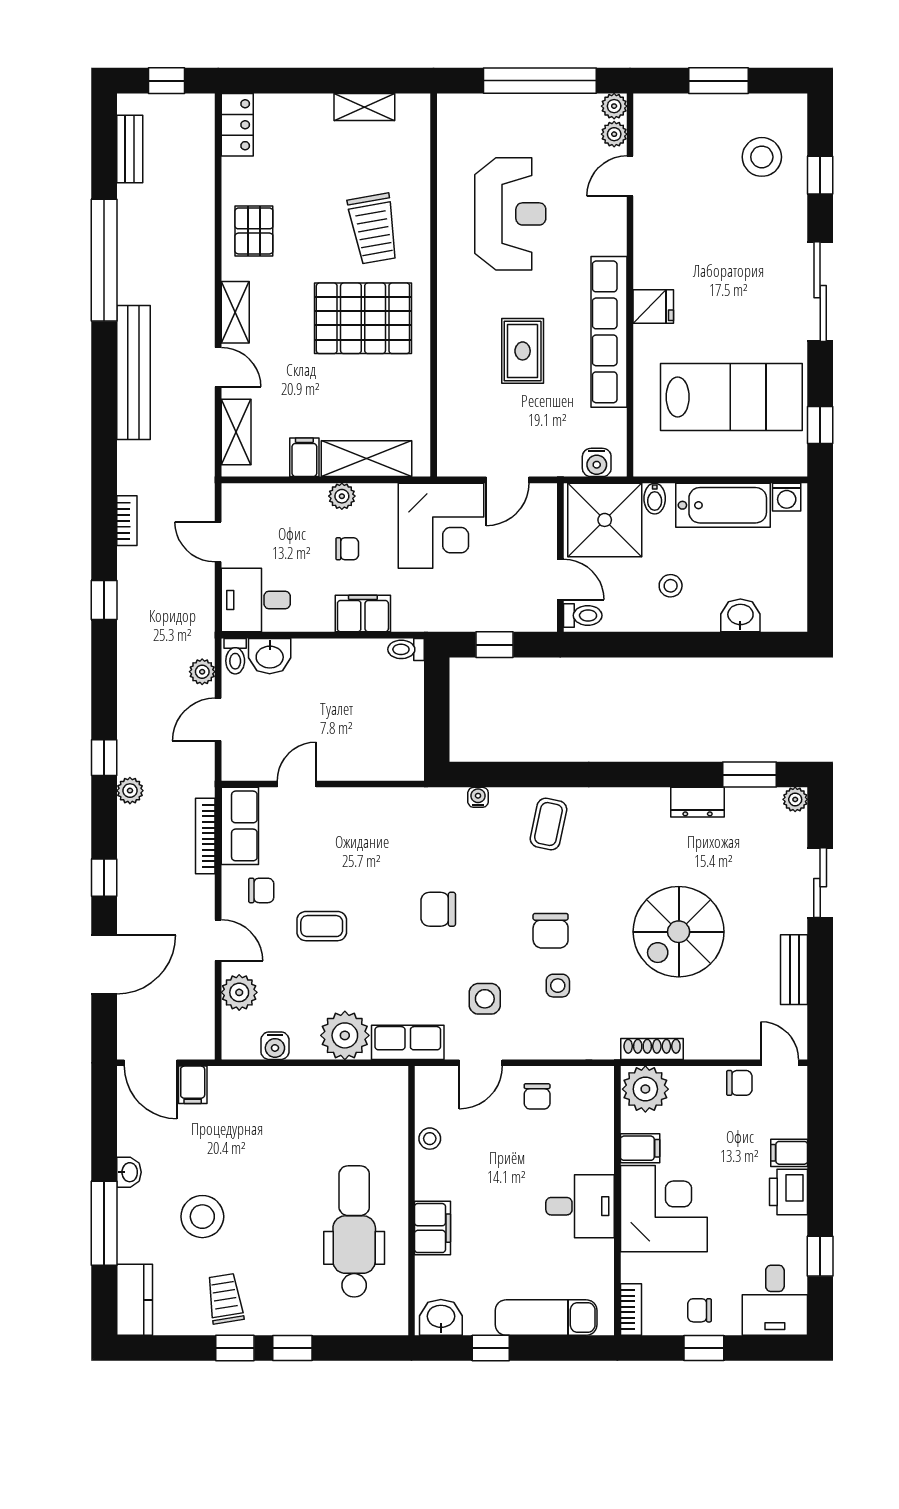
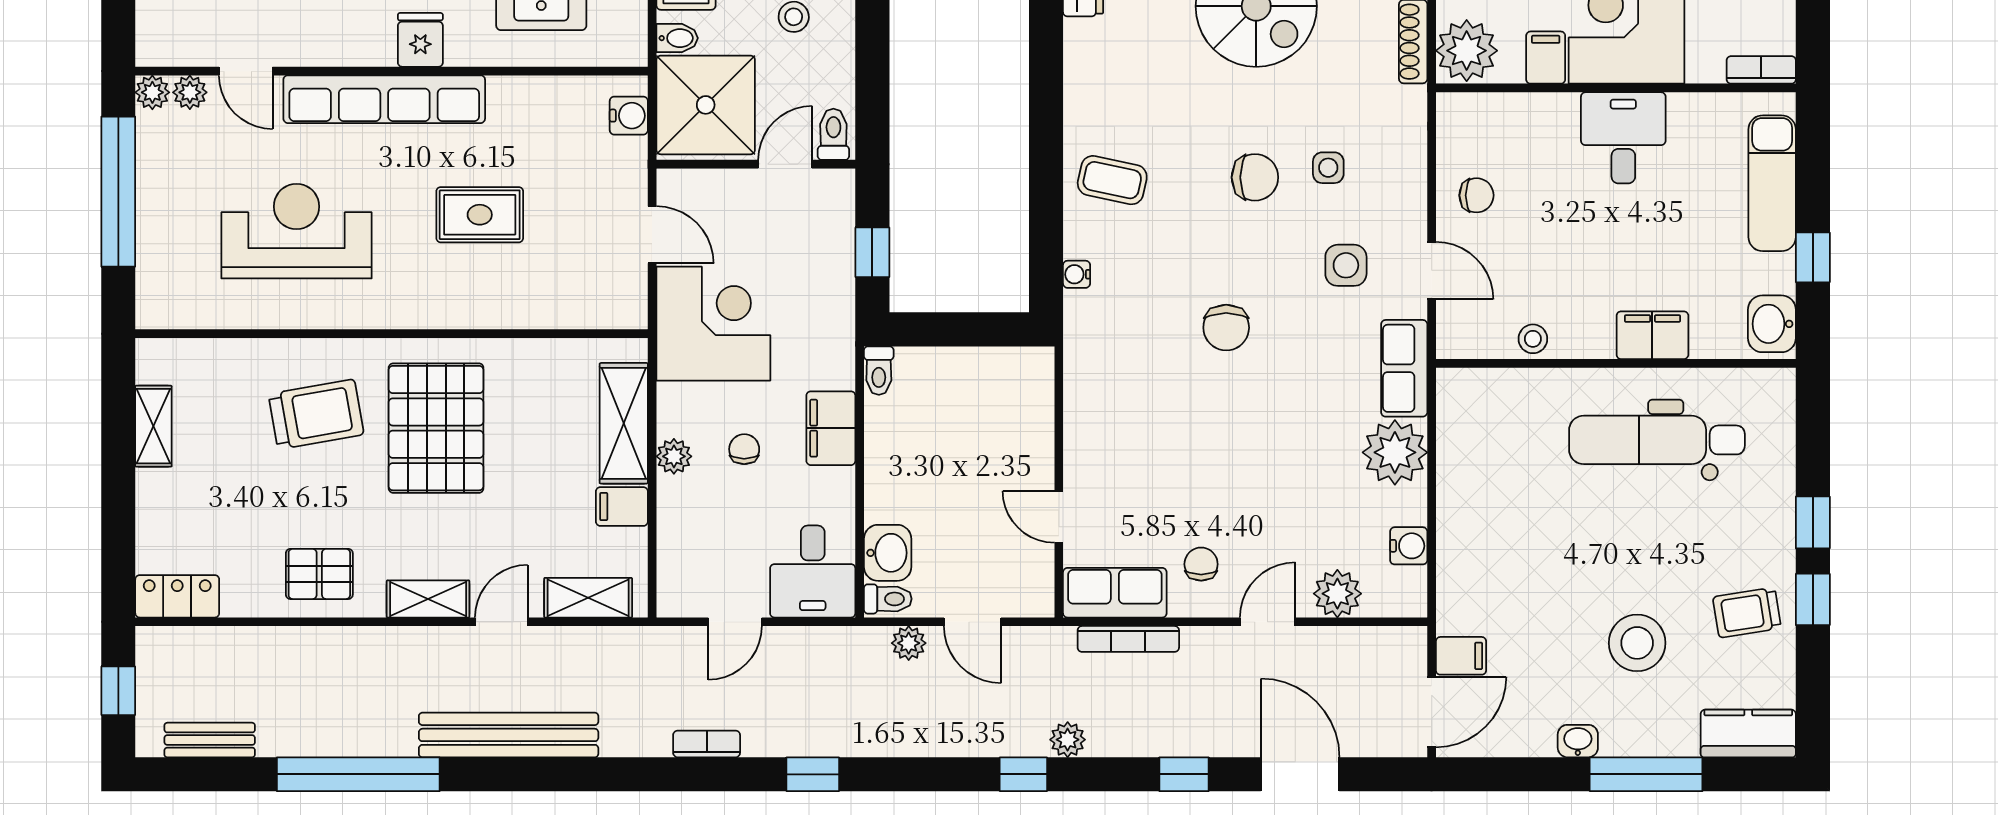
row of seats: (609, 332) -> (384, 99), moved
coffee table: (322, 926) -> (1249, 483), removed

